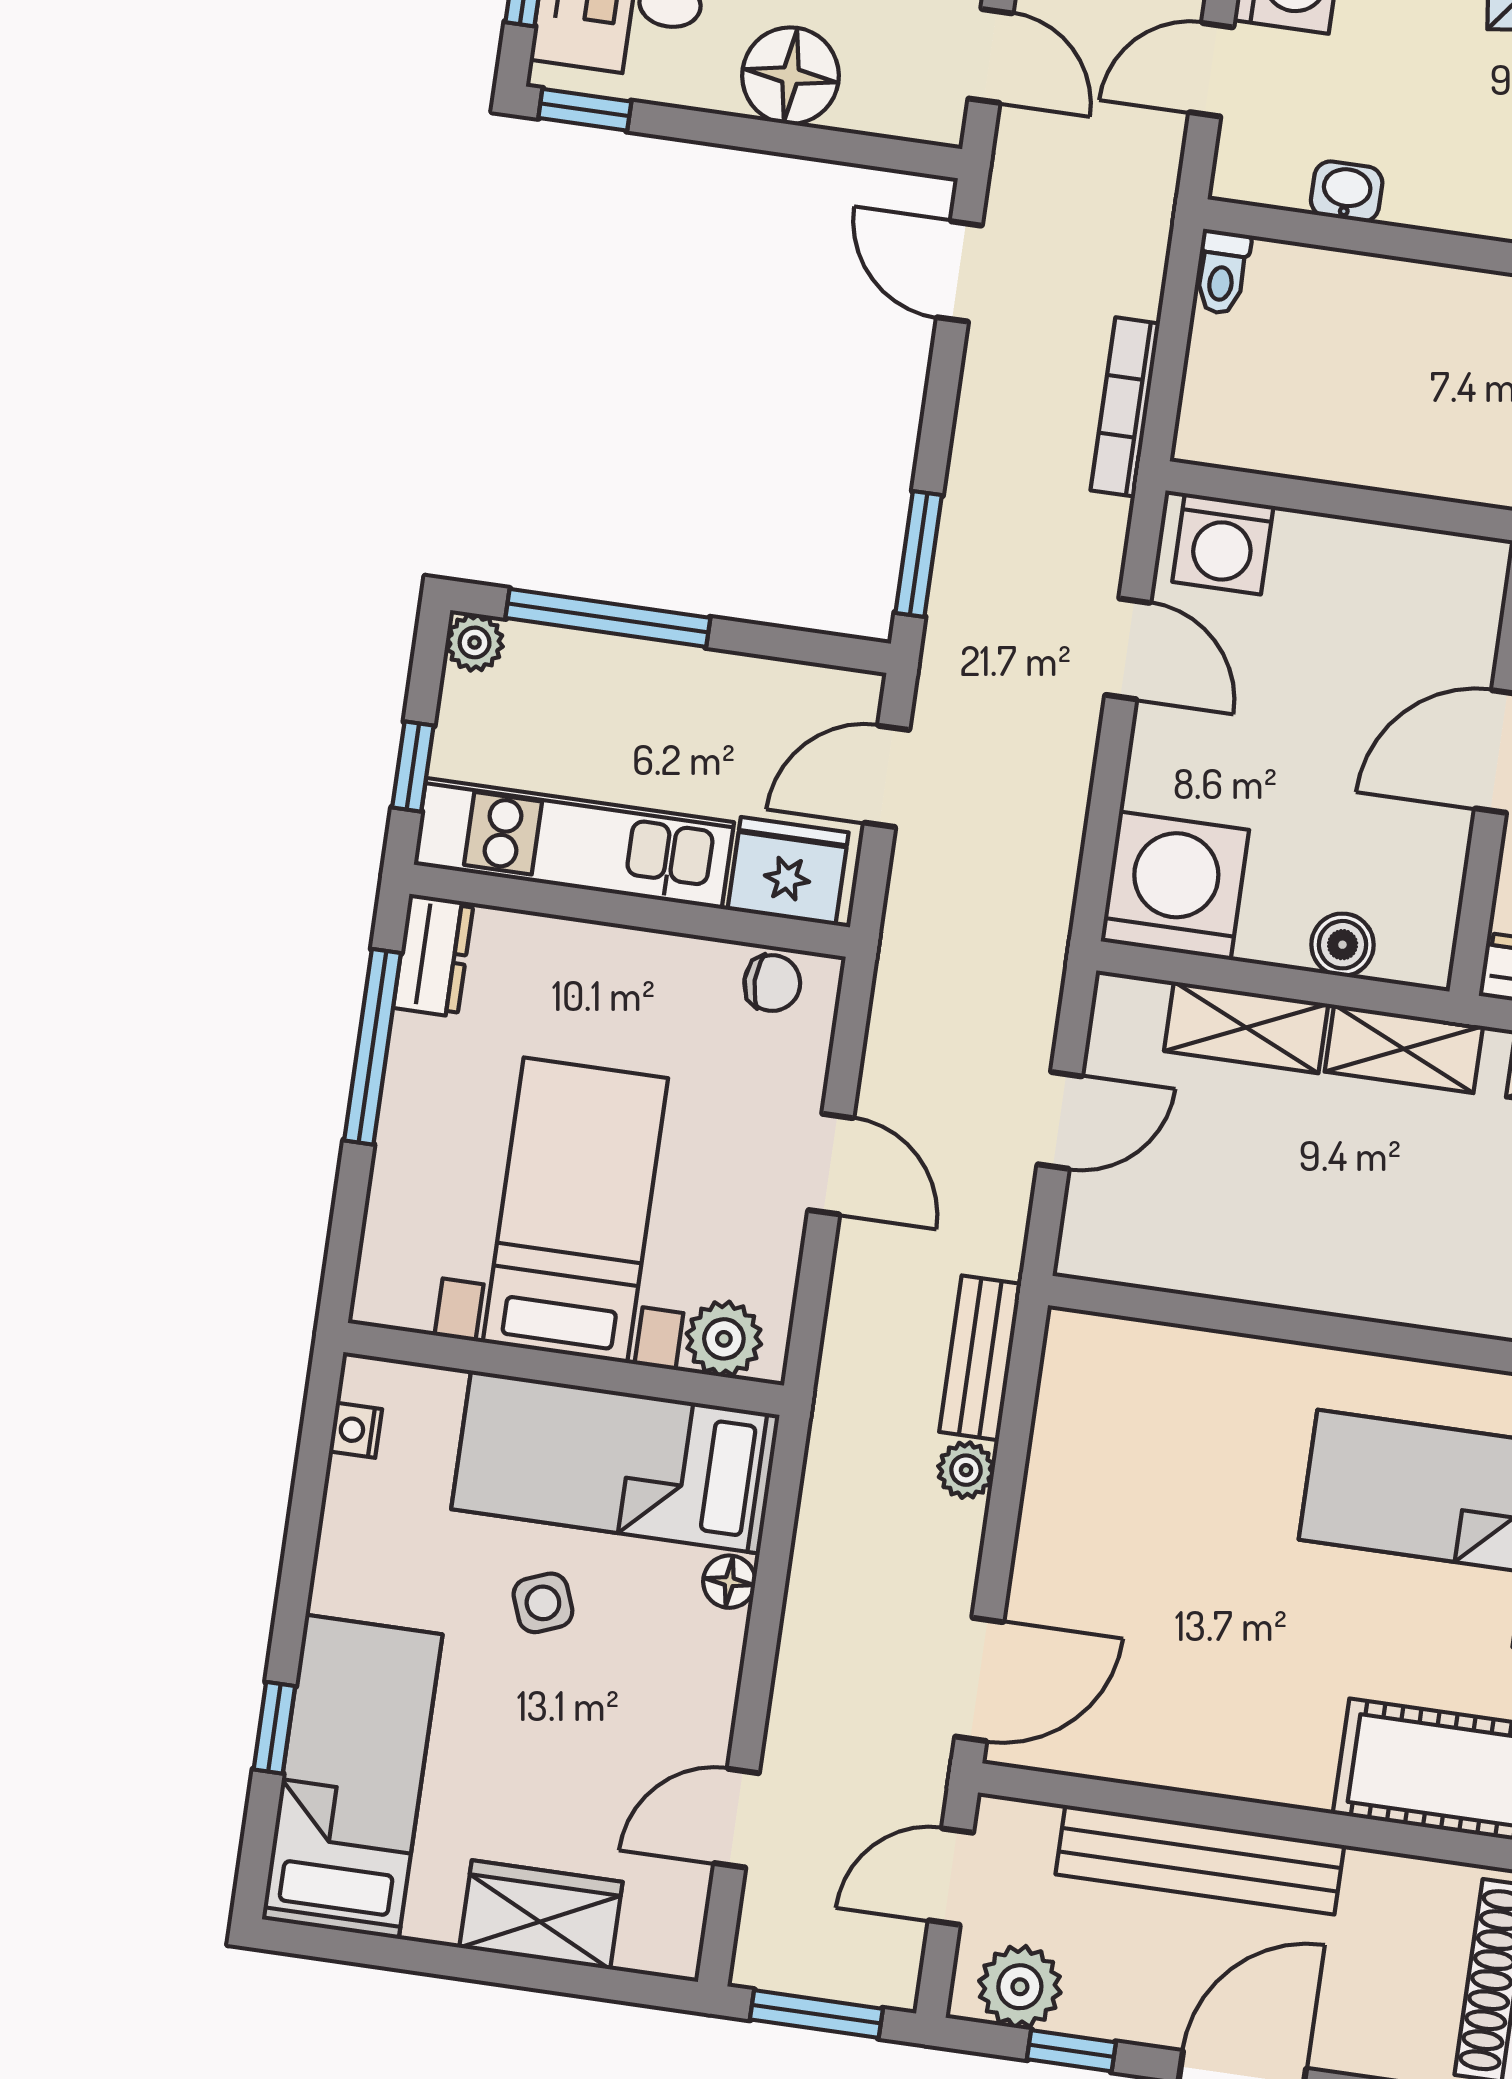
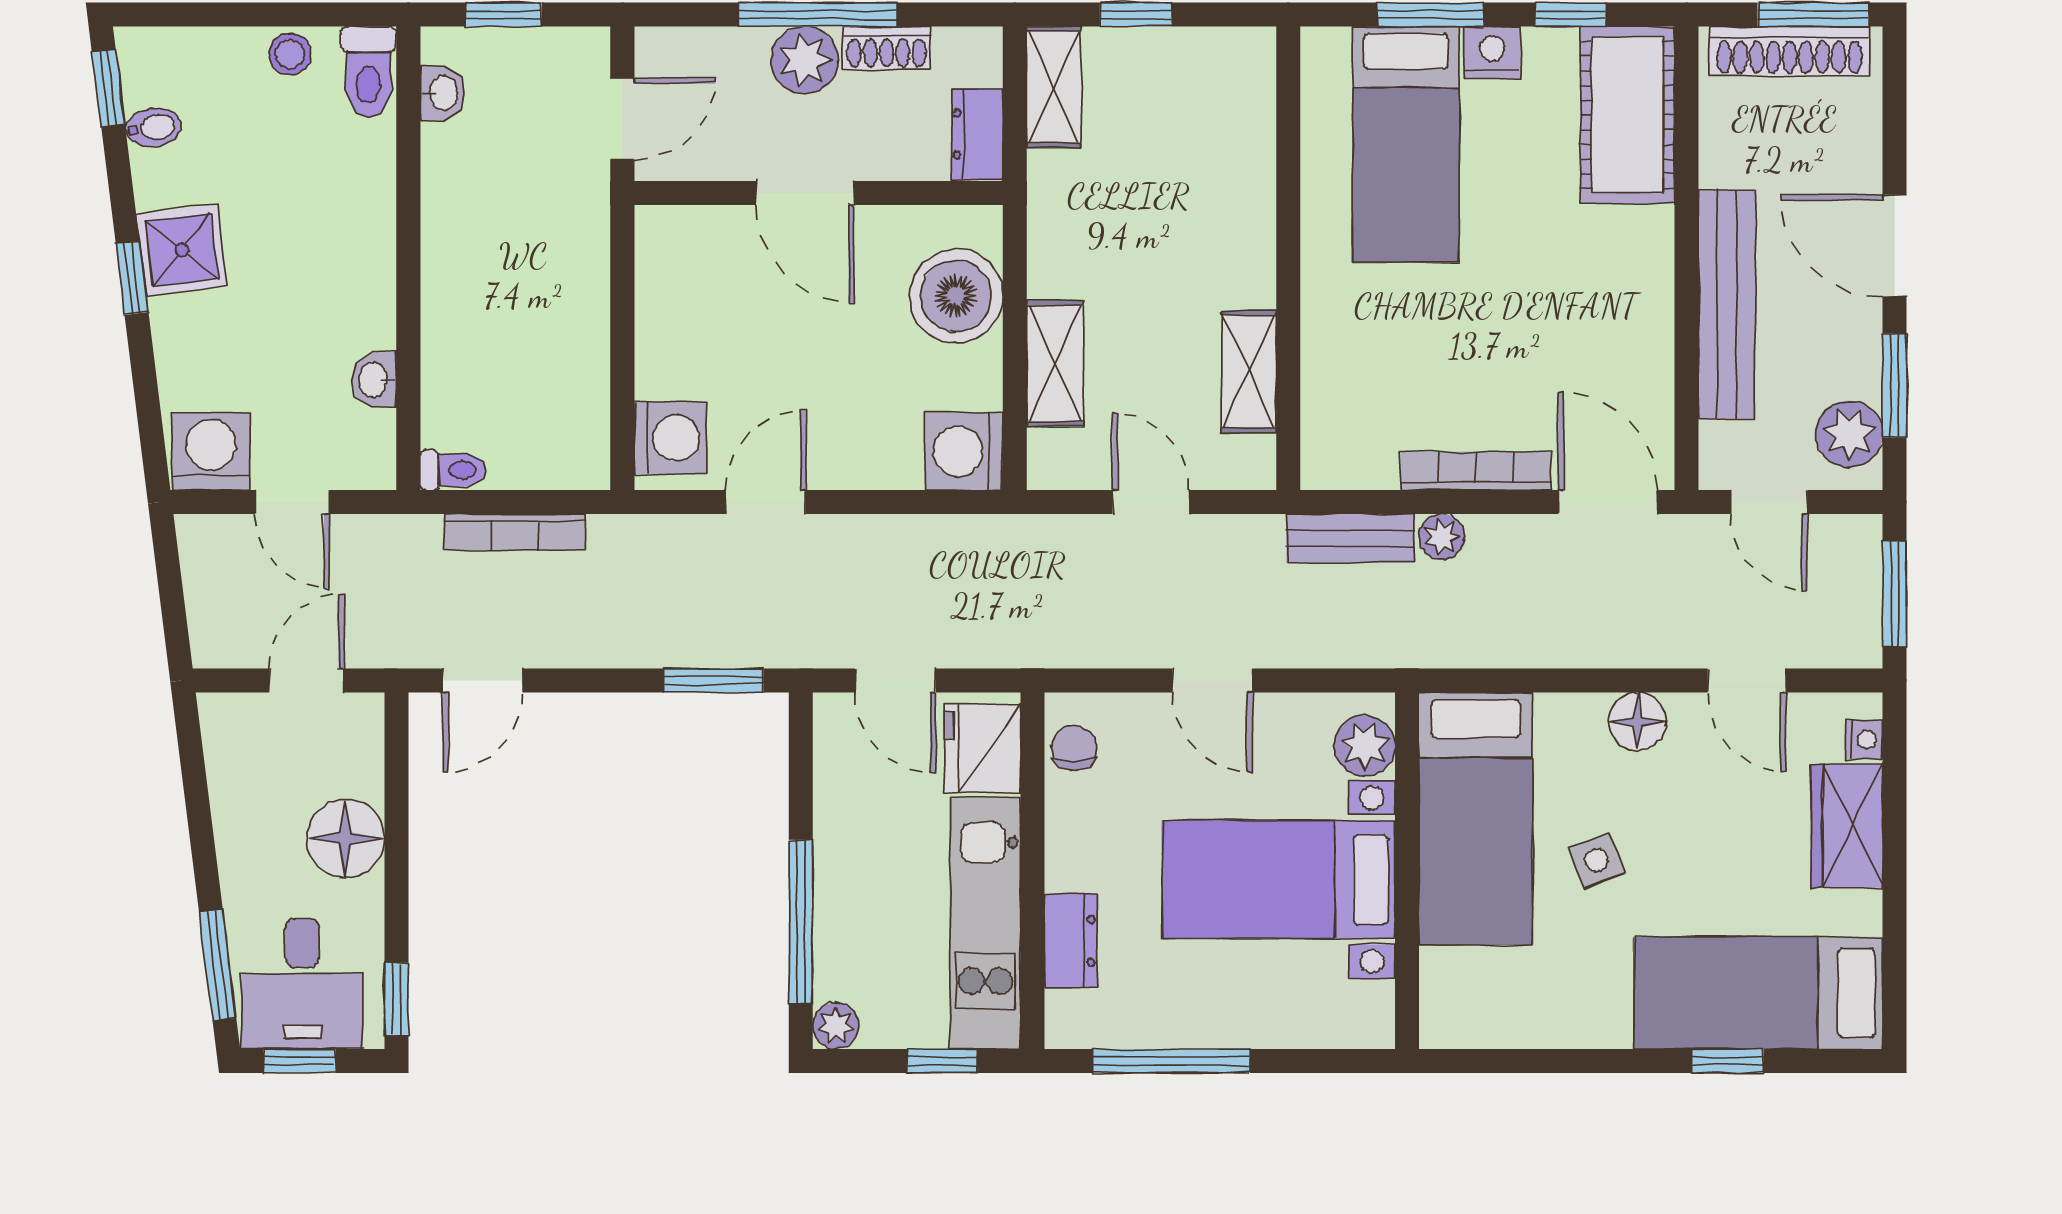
bookcase: (1125, 407) -> (515, 532), moved
washing machine: (1175, 886) -> (964, 451), width x0.73, depth x0.73
boiler: (1343, 945) -> (956, 296), width x1.86, depth x1.86
dresser: (433, 955) -> (1071, 941), moved, turned 90
shelving: (1404, 1049) -> (1249, 371), moved
door: (831, 1164) -> (1212, 680), swing flipped
nightstand: (356, 1430) -> (1864, 740), moved, turned -90
bookcase: (1041, 1523) -> (1476, 471), added
floor lamp: (729, 1582) -> (1637, 721), moved, width x1.37, depth x1.37
window: (1071, 2051) -> (1895, 385), width x1.50

